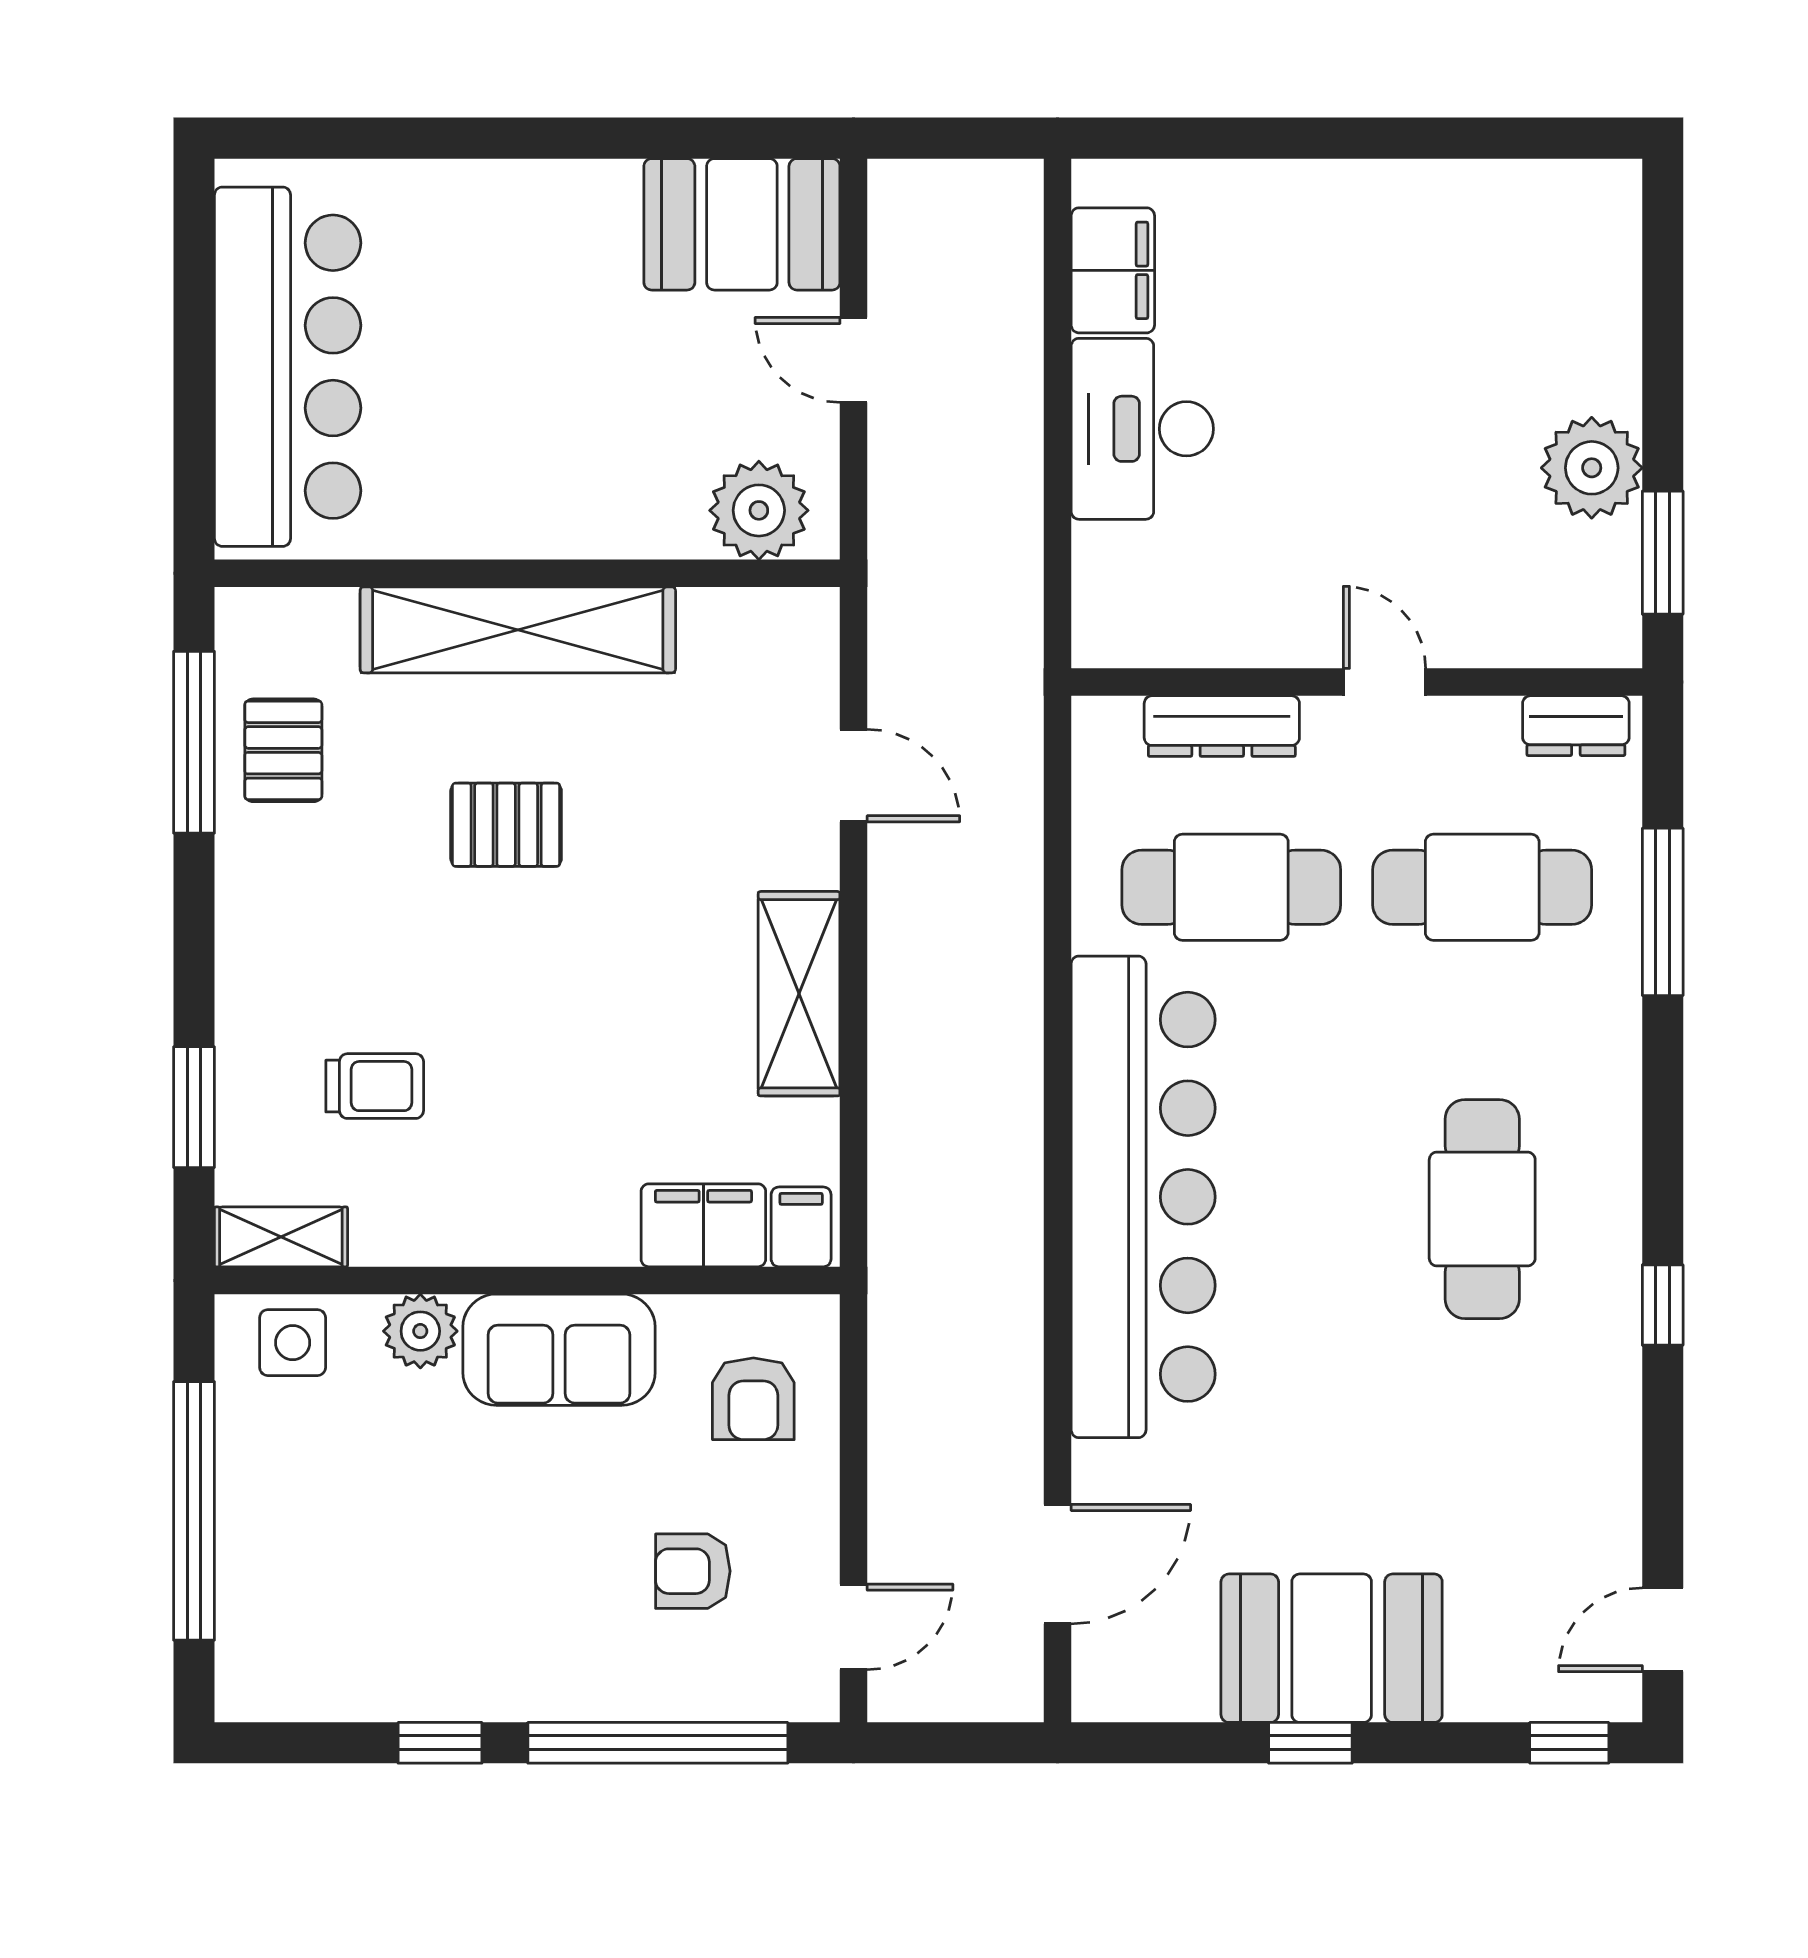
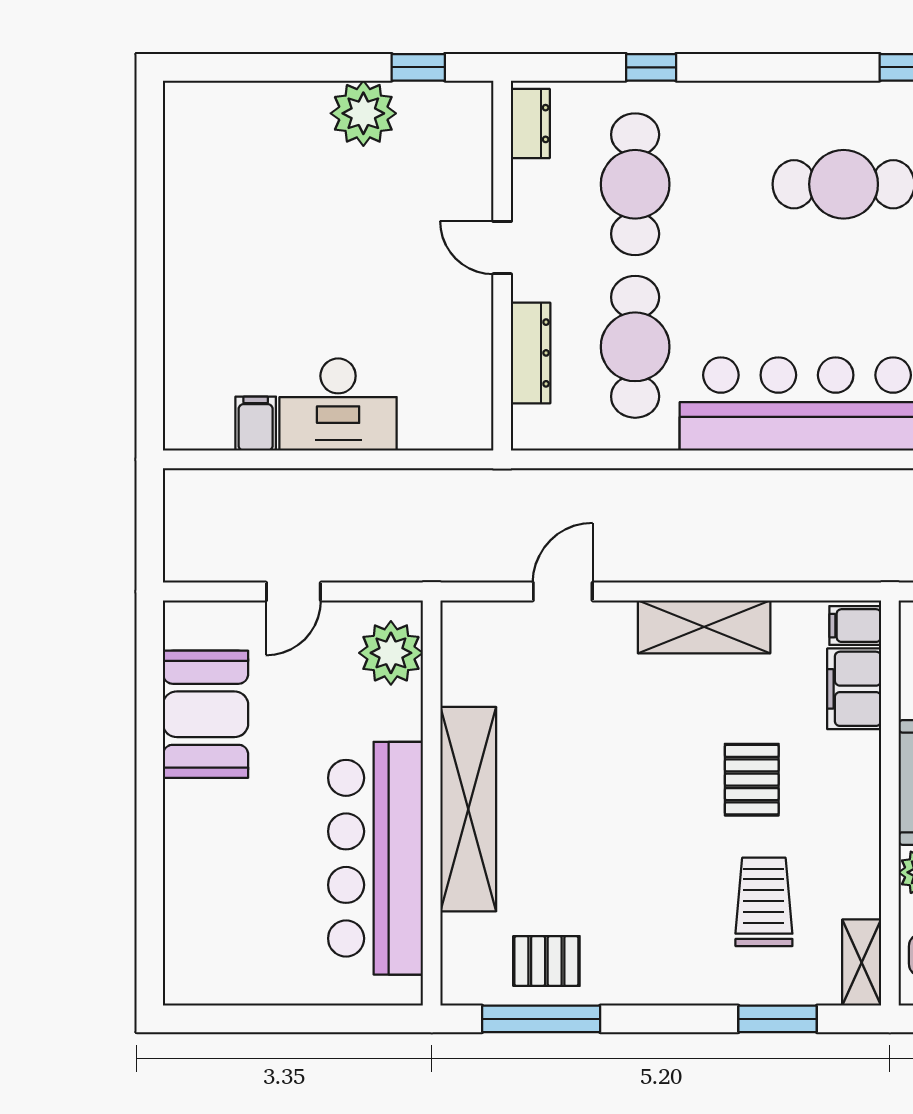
booth: (742, 224) -> (206, 714), moved
filing cabinet: (1113, 270) -> (256, 424), width x0.50
bar counter: (288, 367) -> (375, 858), moved, turned -90
window: (1663, 553) -> (418, 67), width x0.67
door: (1384, 682) -> (502, 248), hinge flipped
pallet: (506, 825) -> (752, 780), moved
window: (1663, 912) -> (651, 67), width x0.46
trolley: (375, 1086) -> (764, 902), width x1.36, depth x1.39

